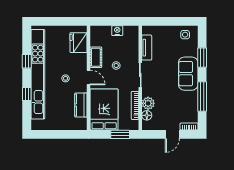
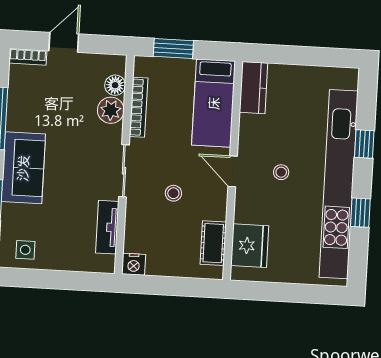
nightstand: (117, 31) -> (134, 264), moved
cot: (96, 57) -> (213, 243), moved
kitchen counter: (81, 105) -> (253, 88), moved
bed: (104, 109) -> (214, 103), width x0.67

